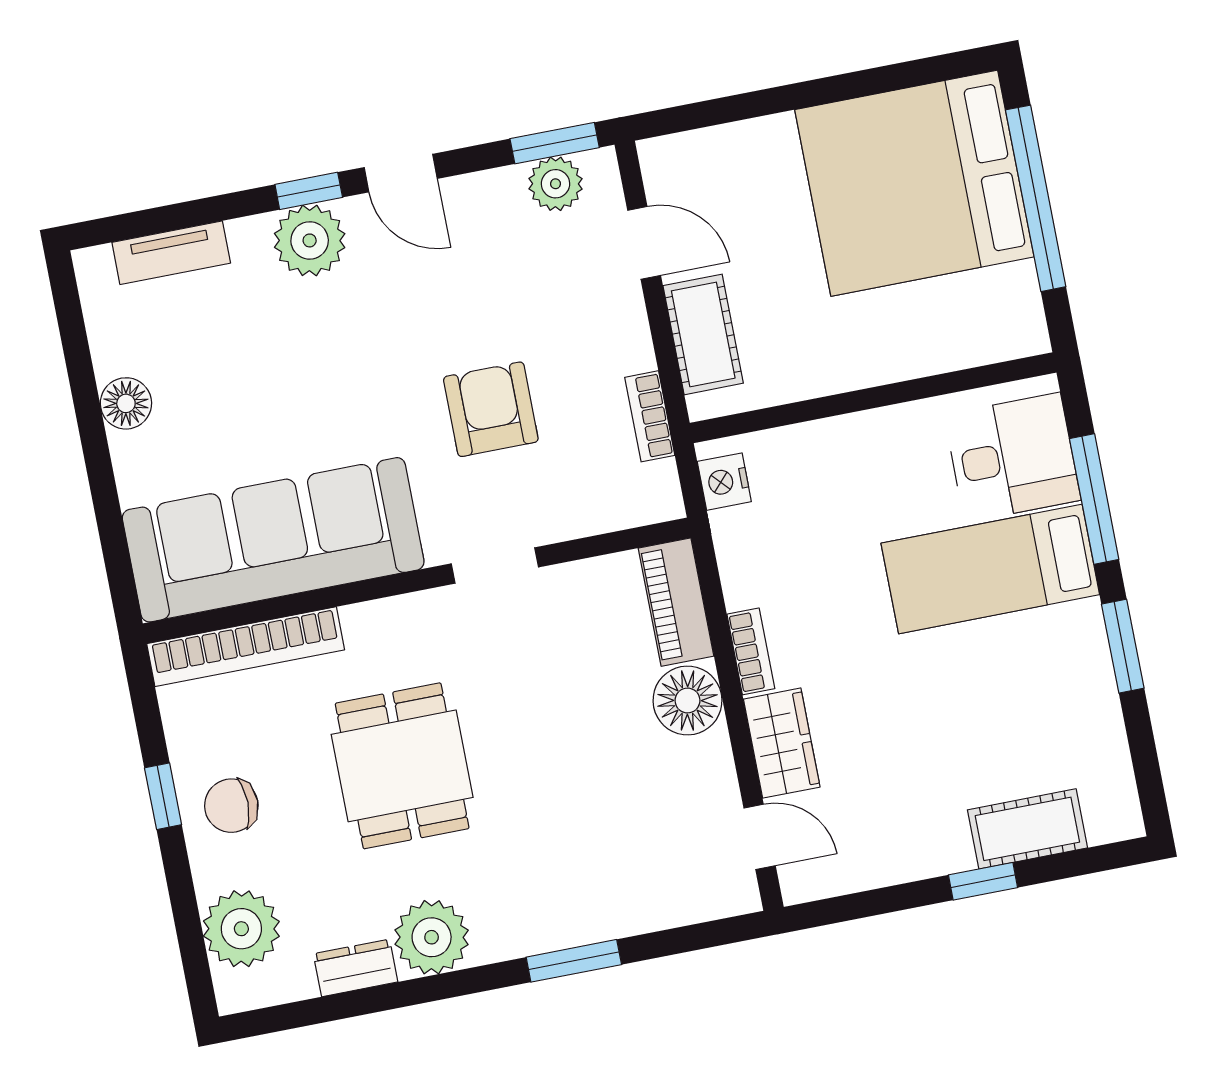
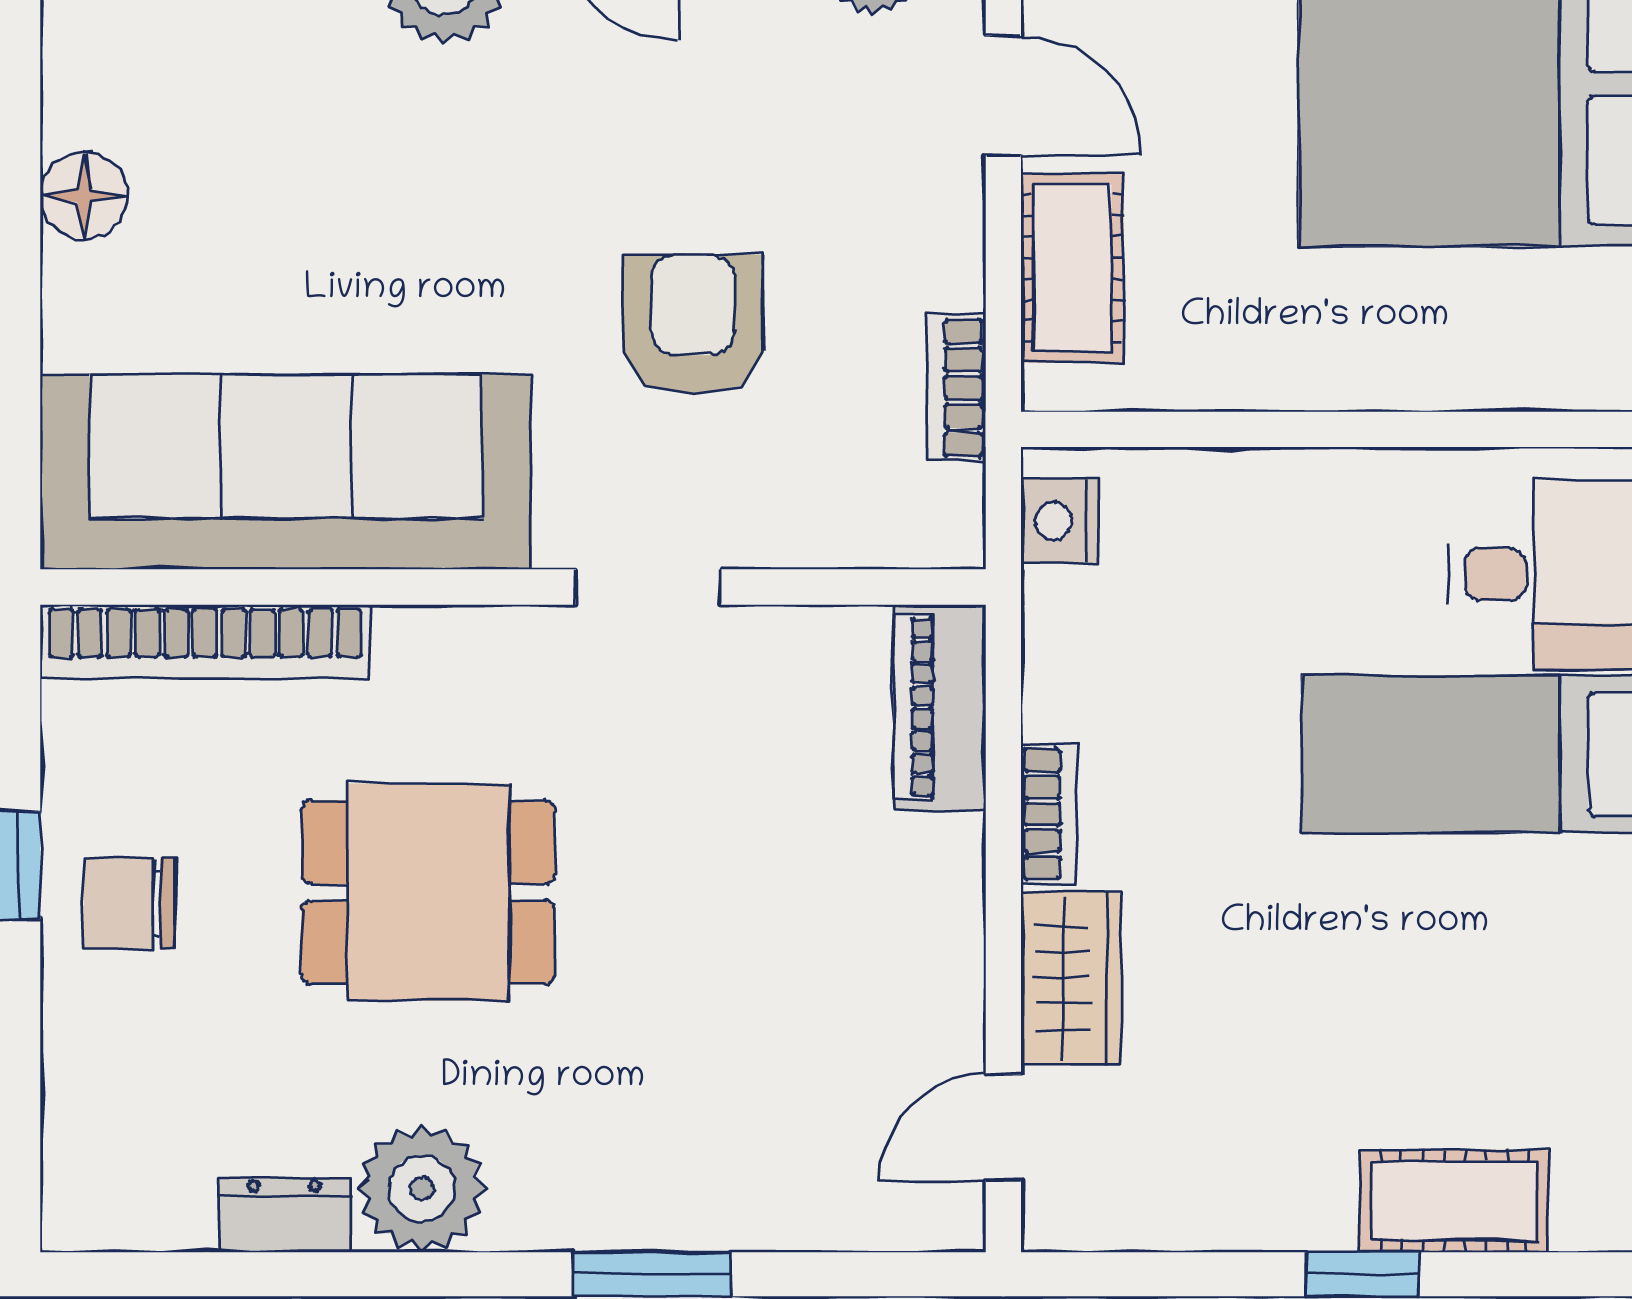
floor lamp: (687, 700) -> (927, 876), removed
dining table: (402, 766) -> (428, 892), turned 90
door: (760, 837) -> (1003, 1127), swing flipped
plant: (241, 929) -> (106, 1112), removed

